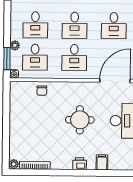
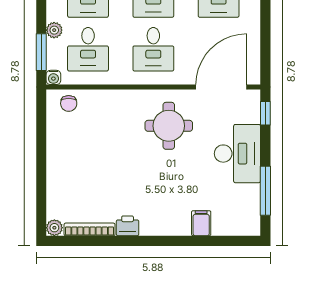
chair: (42, 91) -> (69, 103), moved
round table: (80, 120) -> (169, 126), moved
printer: (80, 164) -> (128, 226), moved

